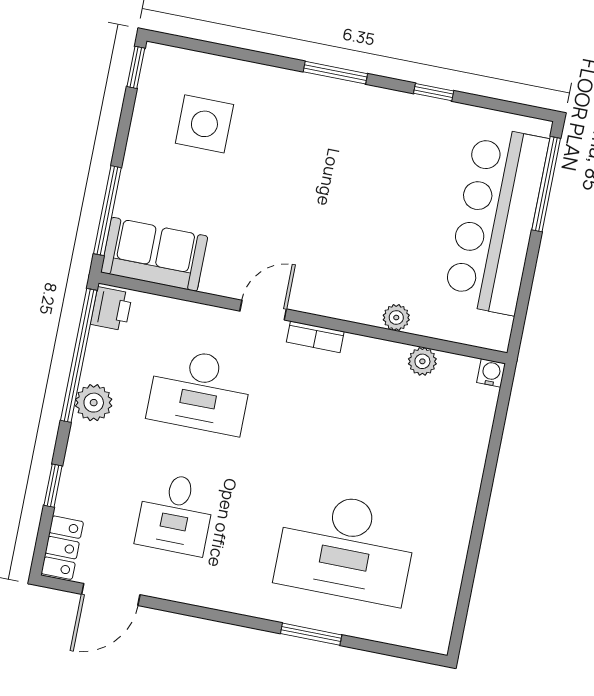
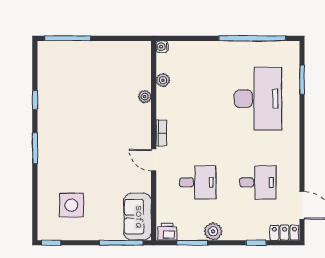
bar counter: (496, 220) -> (90, 59), removed
window: (79, 355) -> (192, 243), width x0.47
desk: (200, 391) -> (198, 182), width x0.73
window: (472, 560) -> (252, 38), added
window: (311, 634) -> (302, 80), moved

